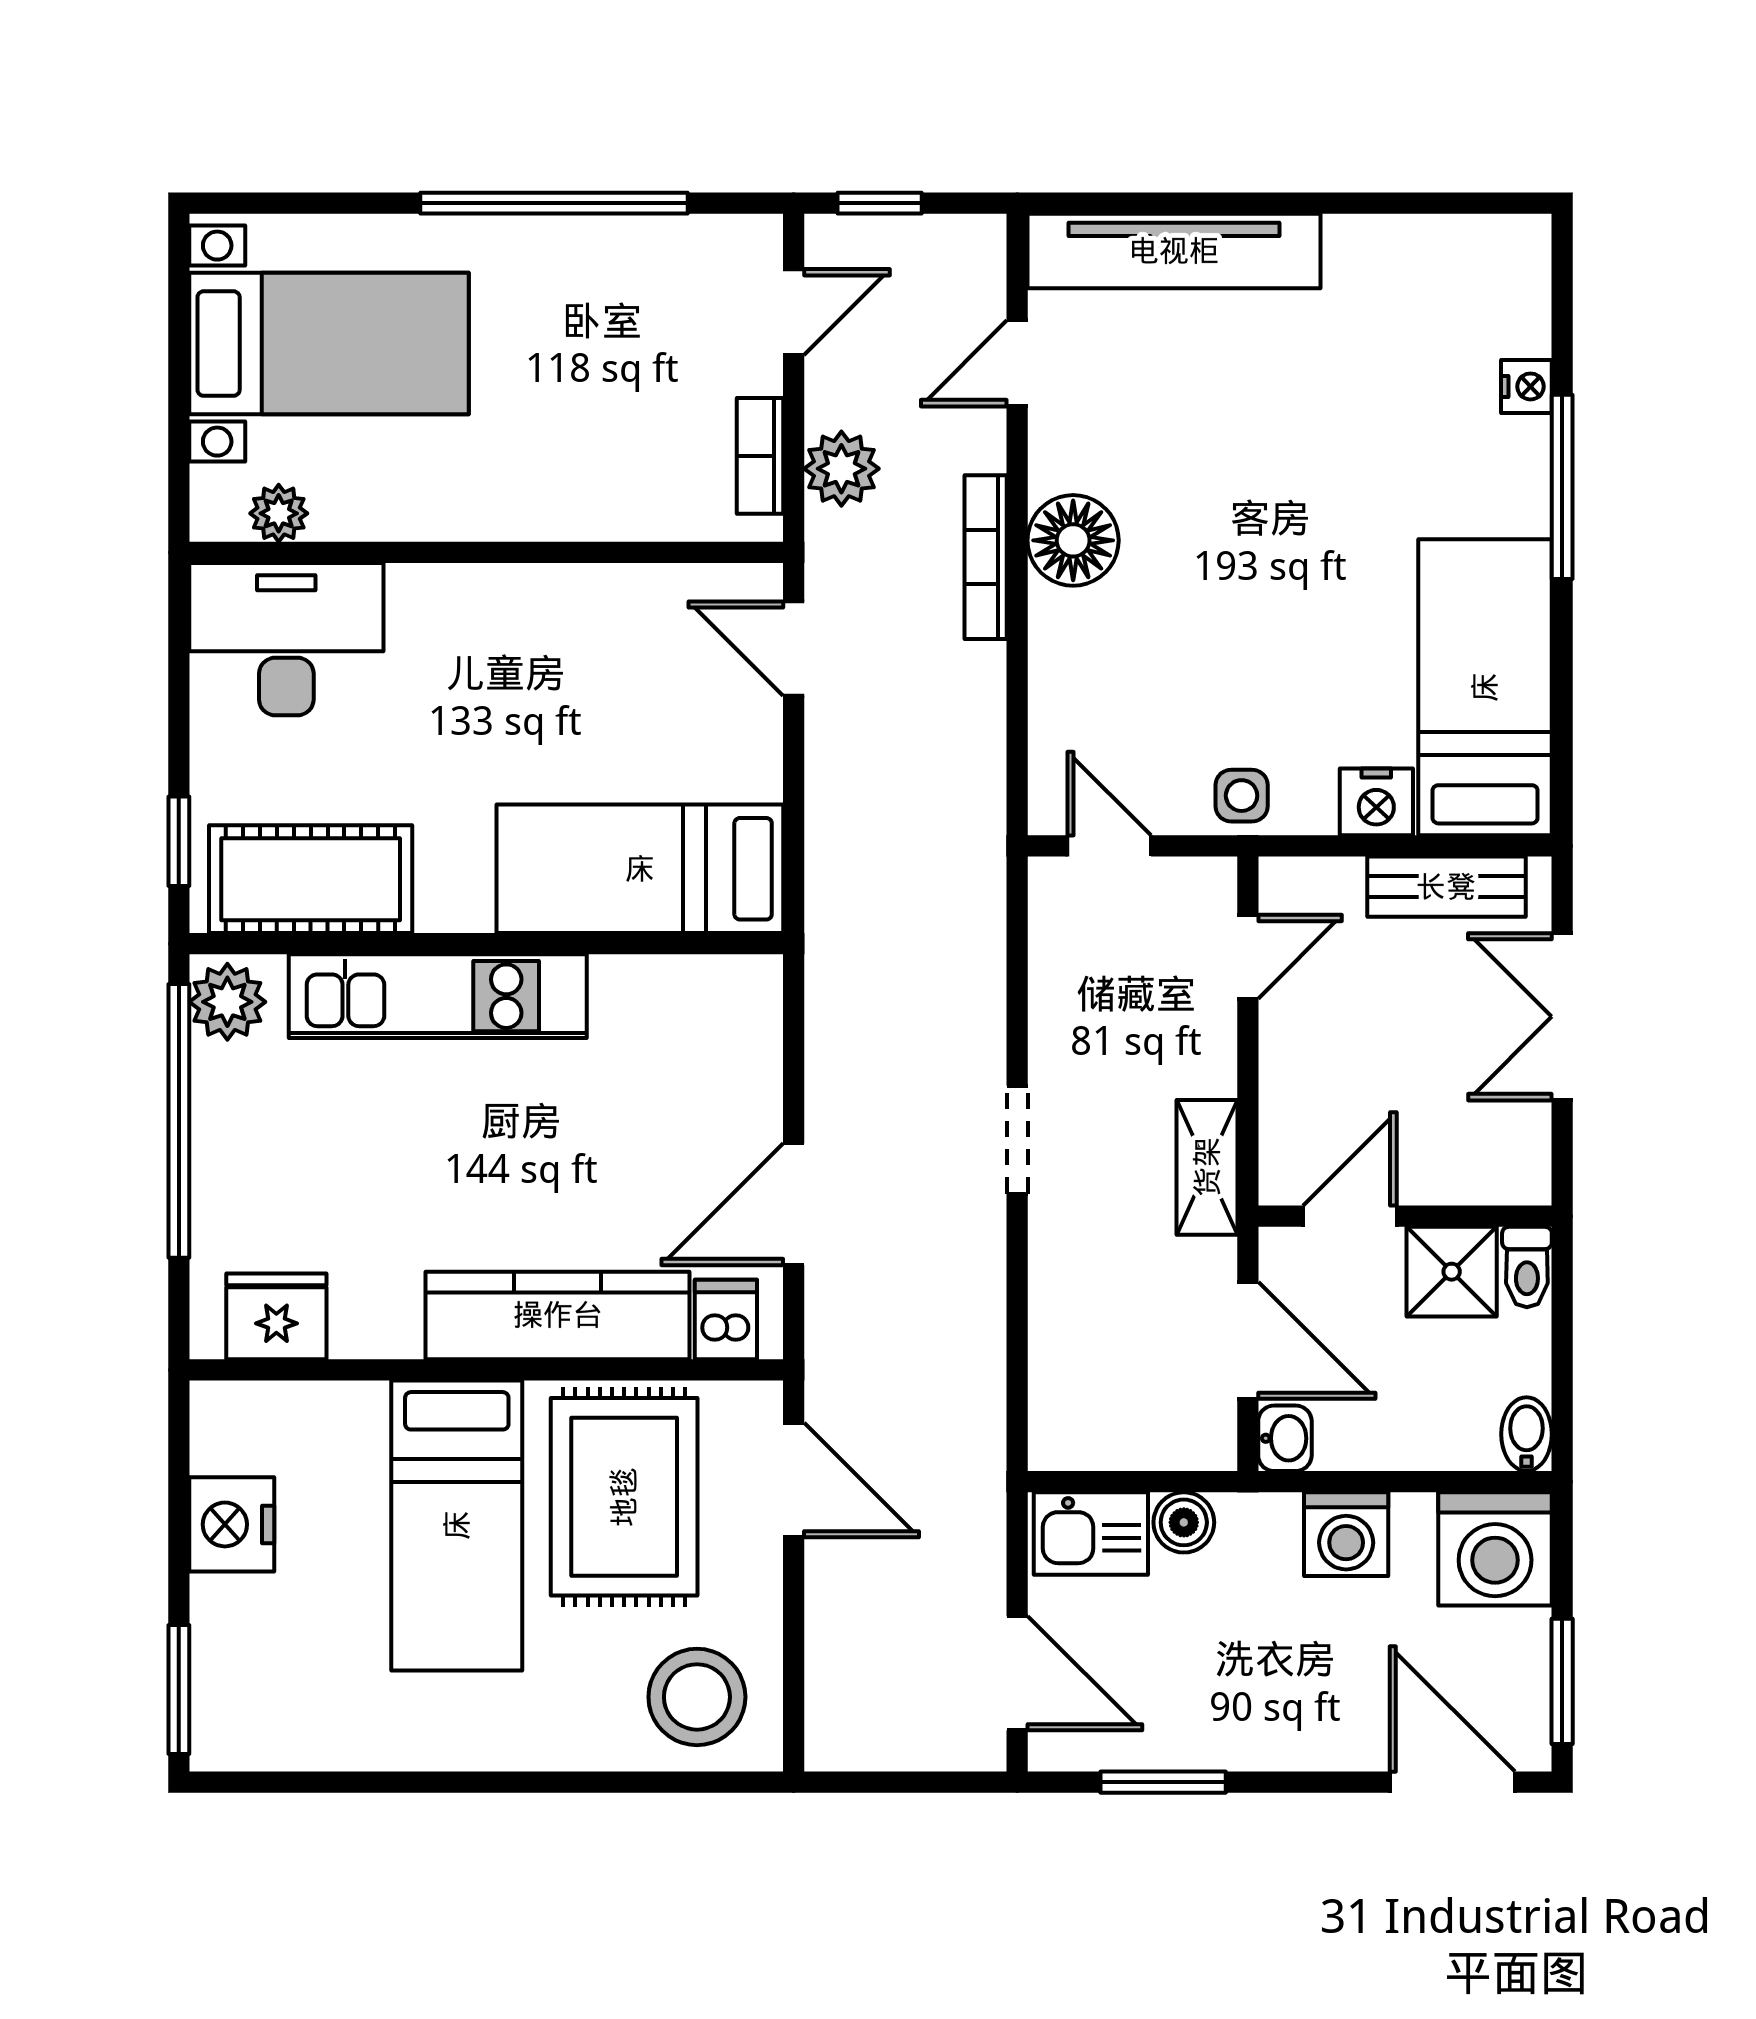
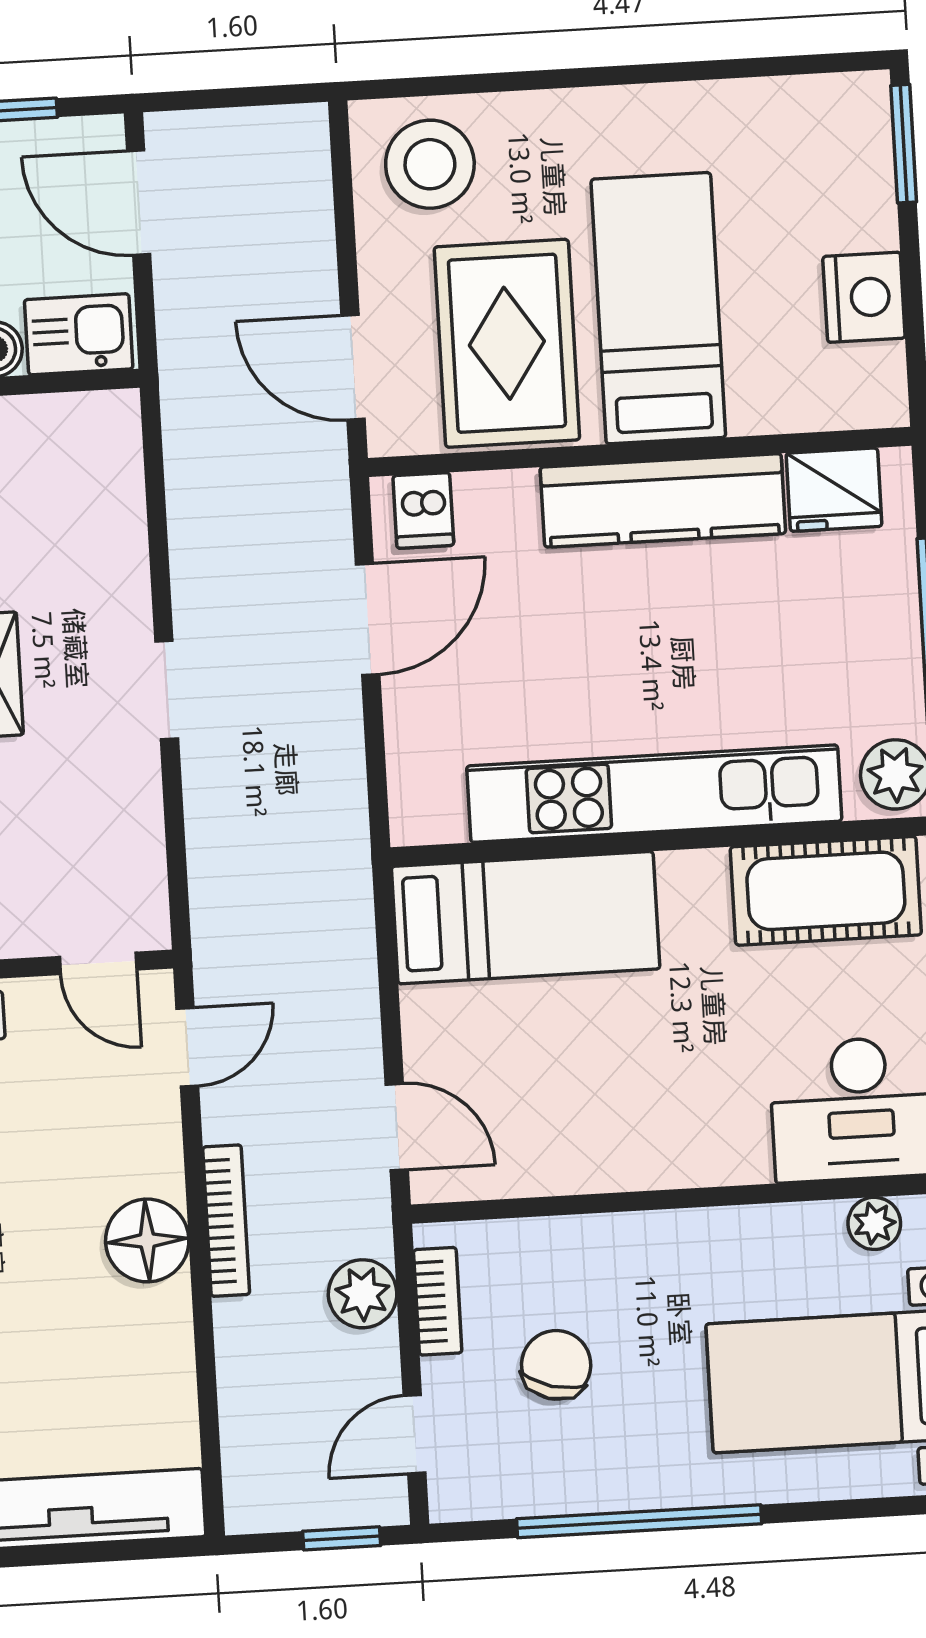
door: (1017, 363) -> (187, 1047), moved
chair: (635, 379) -> (556, 1365), added
kitchen unit: (438, 996) -> (654, 794), width x1.36
kitchen counter: (558, 1315) -> (663, 500), moved

